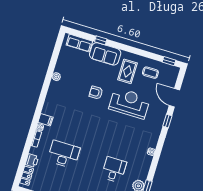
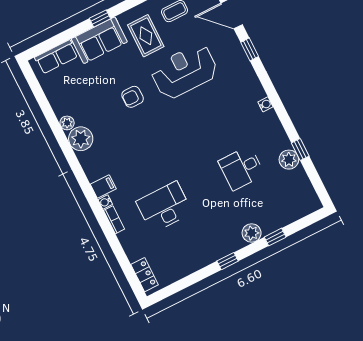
window: (101, 40) -> (100, 19), moved
plant: (56, 89) -> (81, 139), added
printer: (32, 161) -> (134, 251), removed
desk: (114, 170) -> (241, 168), turned -90

